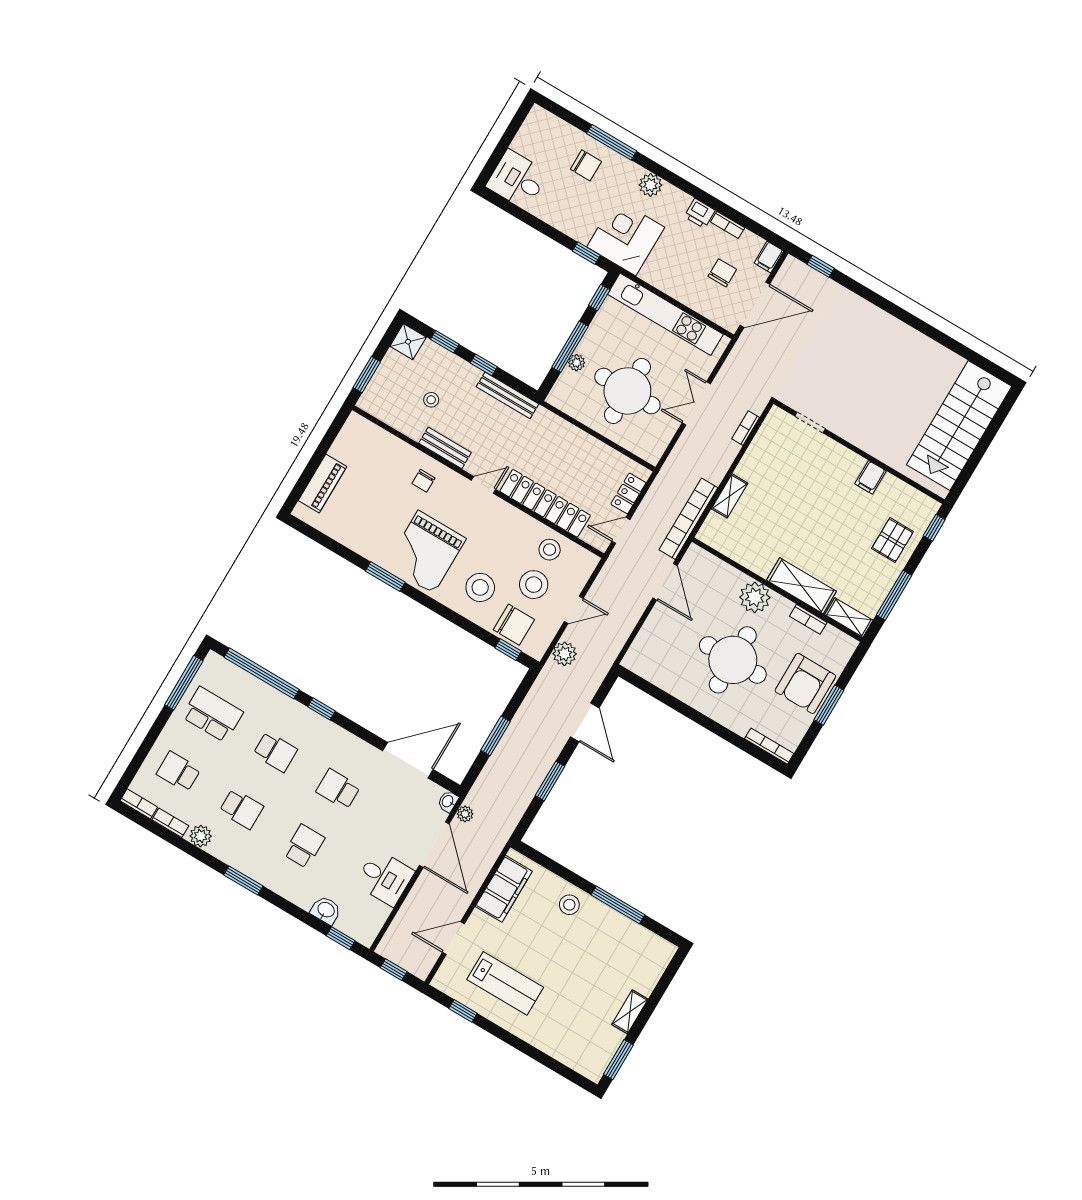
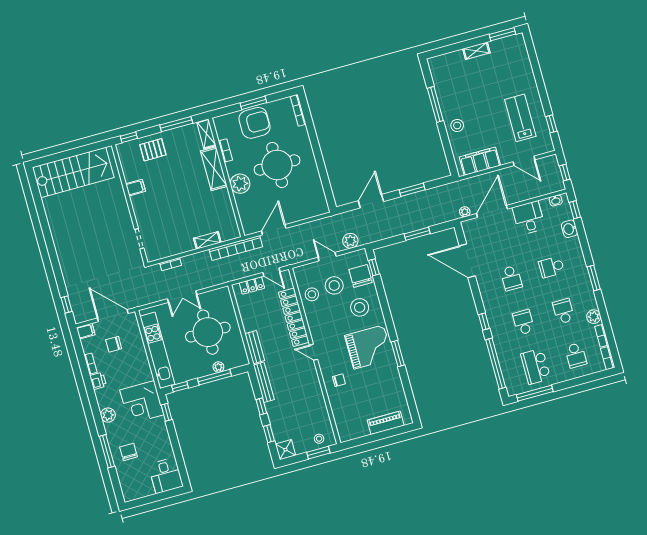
stool: (431, 400) -> (319, 439), moved
bench: (445, 448) -> (255, 347), moved
washbasin: (448, 801) -> (556, 200), moved

